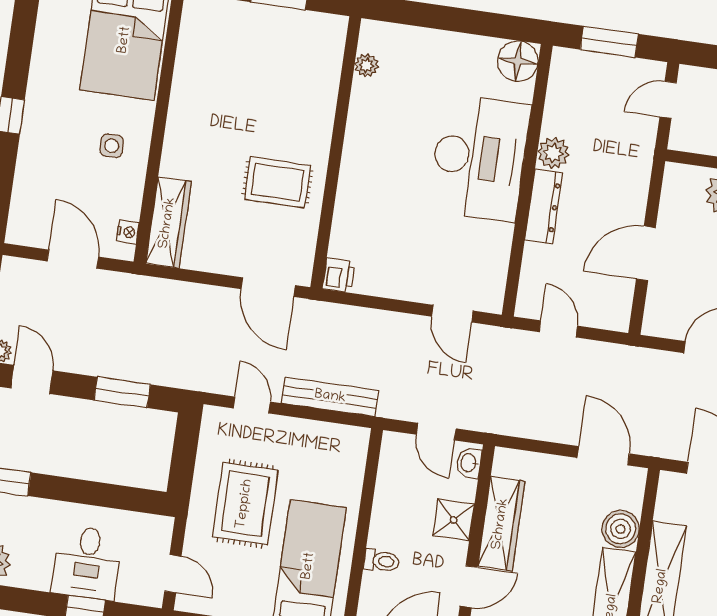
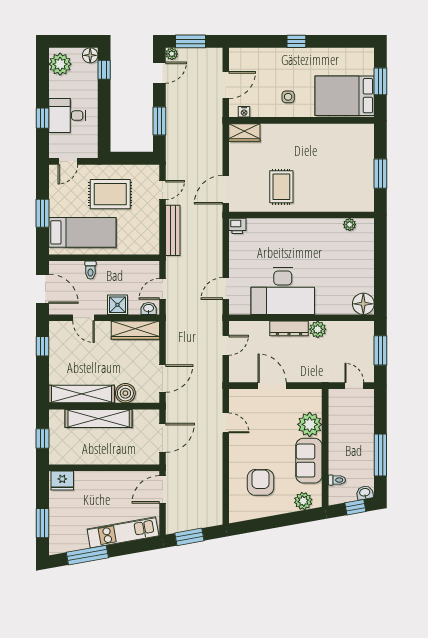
desk: (479, 158) -> (283, 291), moved
wardrobe: (168, 223) -> (244, 132), width x0.67
wardrobe: (501, 524) -> (135, 330), moved

